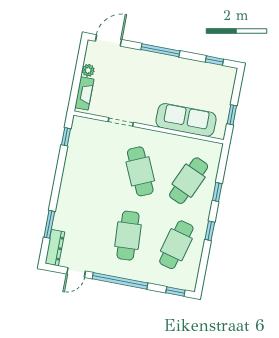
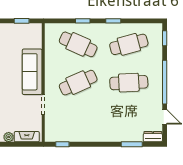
sofa: (186, 120) -> (32, 72), moved
cafe table: (176, 245) -> (129, 44), turned -30
dresser: (55, 248) -> (153, 137), width x0.70

